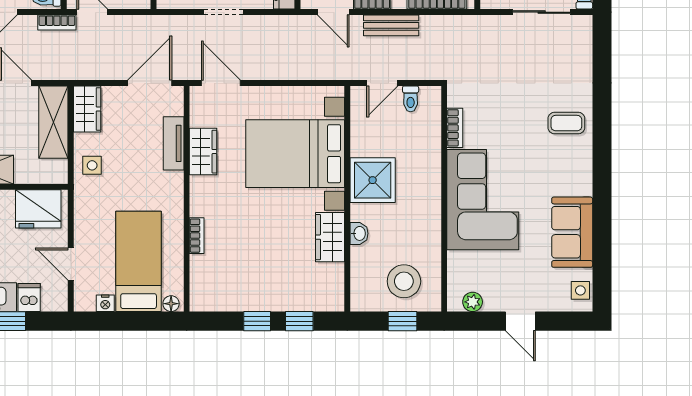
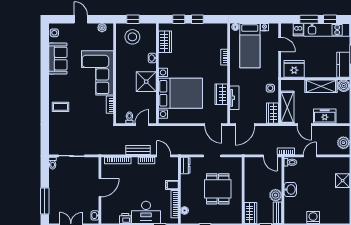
wardrobe: (330, 237) -> (165, 42), moved

